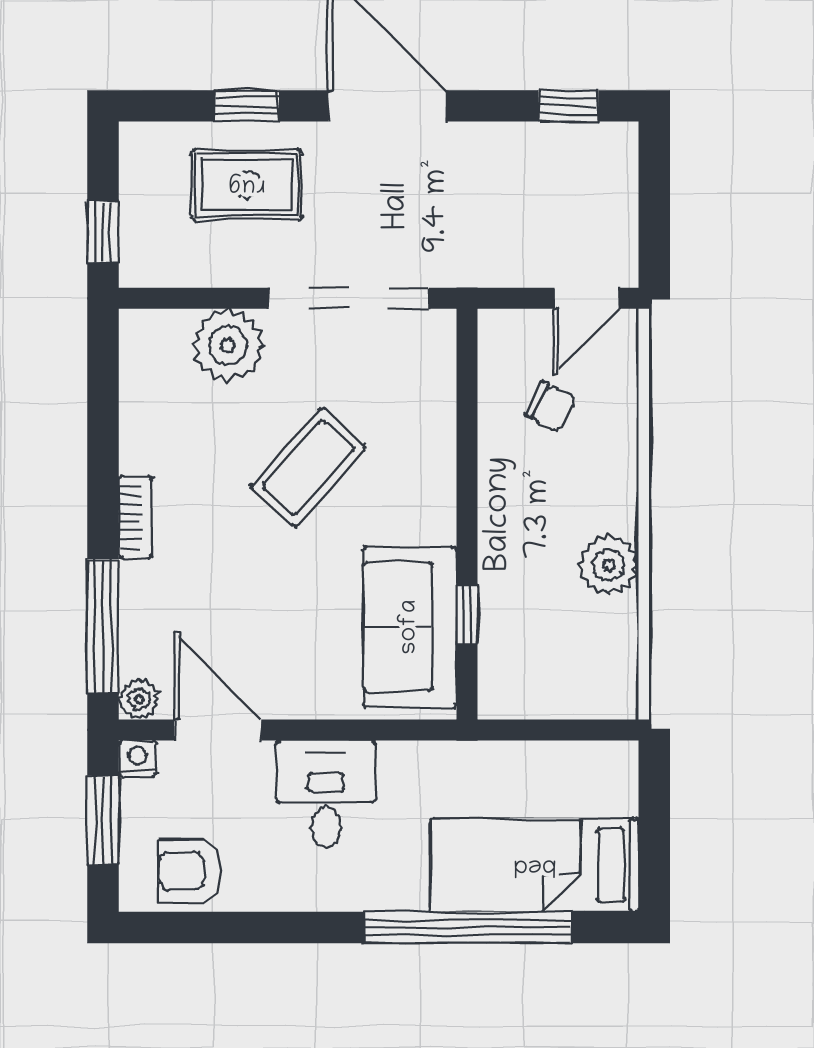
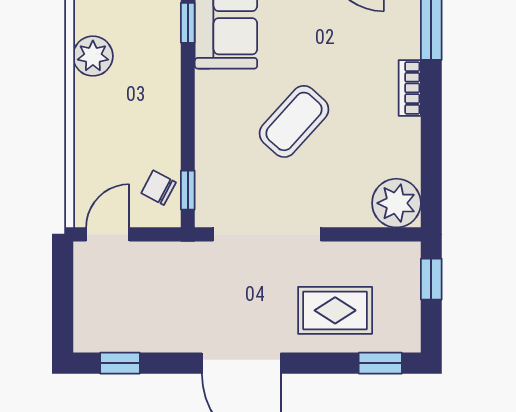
window: (247, 106) -> (380, 363), moved
plant: (228, 345) -> (396, 203), moved
window: (467, 365) -> (188, 190), added
chair: (551, 407) -> (159, 188), moved

